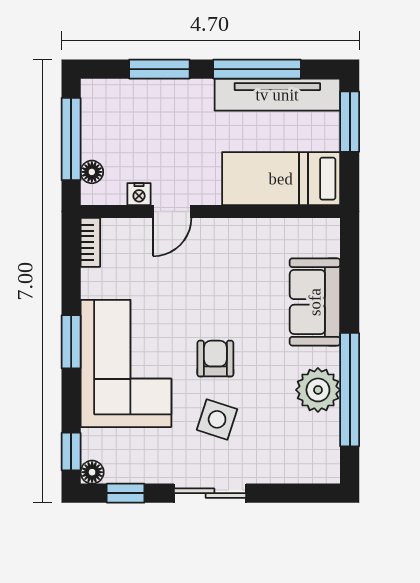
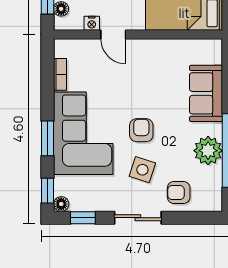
door: (172, 211) -> (113, 35), hinge flipped
bookcase: (90, 242) -> (60, 74), moved
window: (71, 342) -> (48, 138), moved
armchair: (273, 454) -> (179, 193), added

